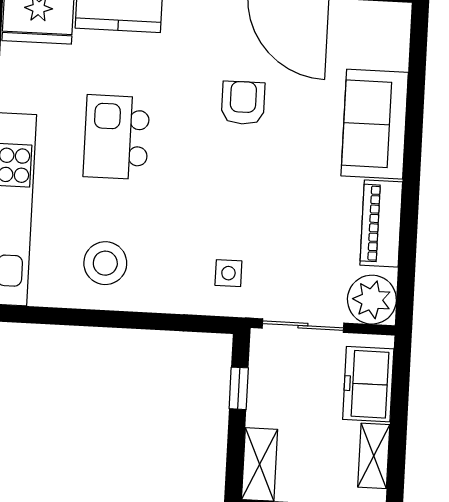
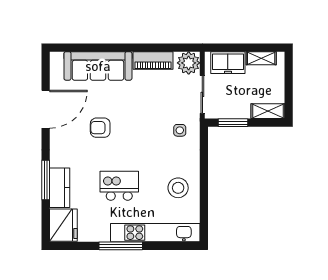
sofa: (375, 124) -> (98, 66), width x1.36
kitchen island: (116, 137) -> (119, 186), turned 180
window: (239, 388) -> (233, 123), width x1.50

